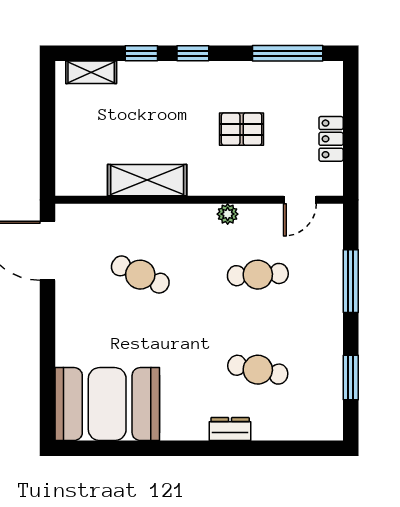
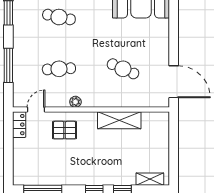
pallet: (242, 129) -> (65, 130), moved
locker: (331, 139) -> (19, 125), moved

